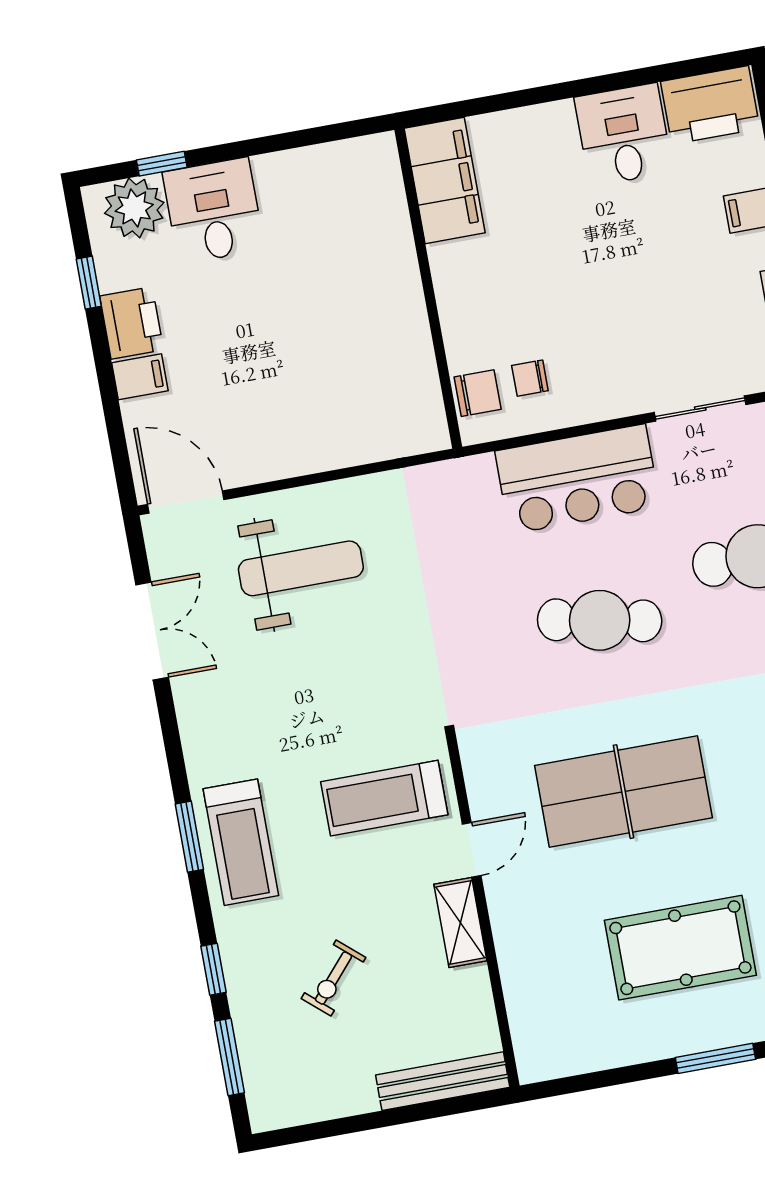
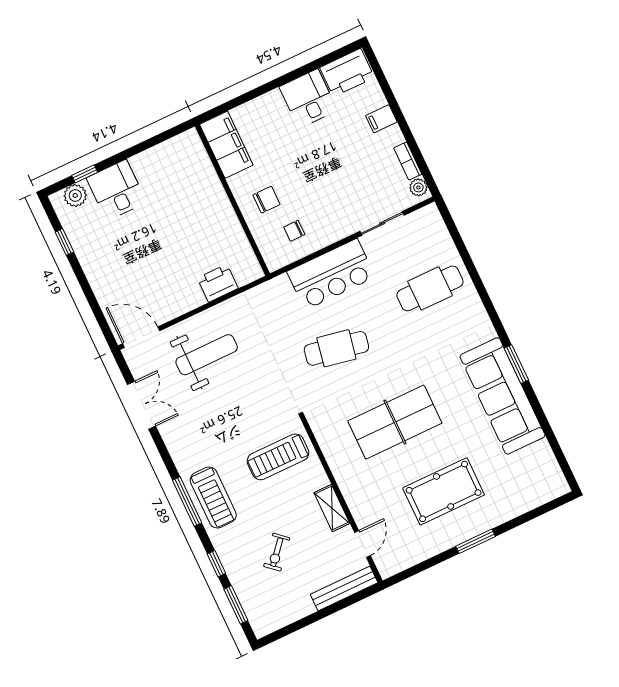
plant: (134, 208) -> (75, 195), width x0.73, depth x0.73
printer: (132, 323) -> (218, 283), moved, turned -90
filing cabinet: (140, 377) -> (102, 282), removed
chair: (478, 393) -> (266, 200), moved
cafe table: (600, 620) -> (336, 348), moved
window: (189, 837) -> (187, 502), width x1.44
door: (472, 850) -> (362, 544), moved

